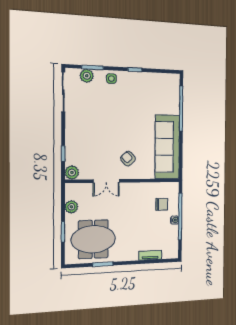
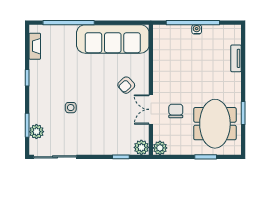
fireplace: (162, 78) -> (35, 46), added
side table: (111, 79) -> (71, 108), moved
double door: (106, 181) -> (151, 109), swing flipped
chair: (162, 204) -> (176, 111), moved
plant: (71, 207) -> (160, 148), moved

